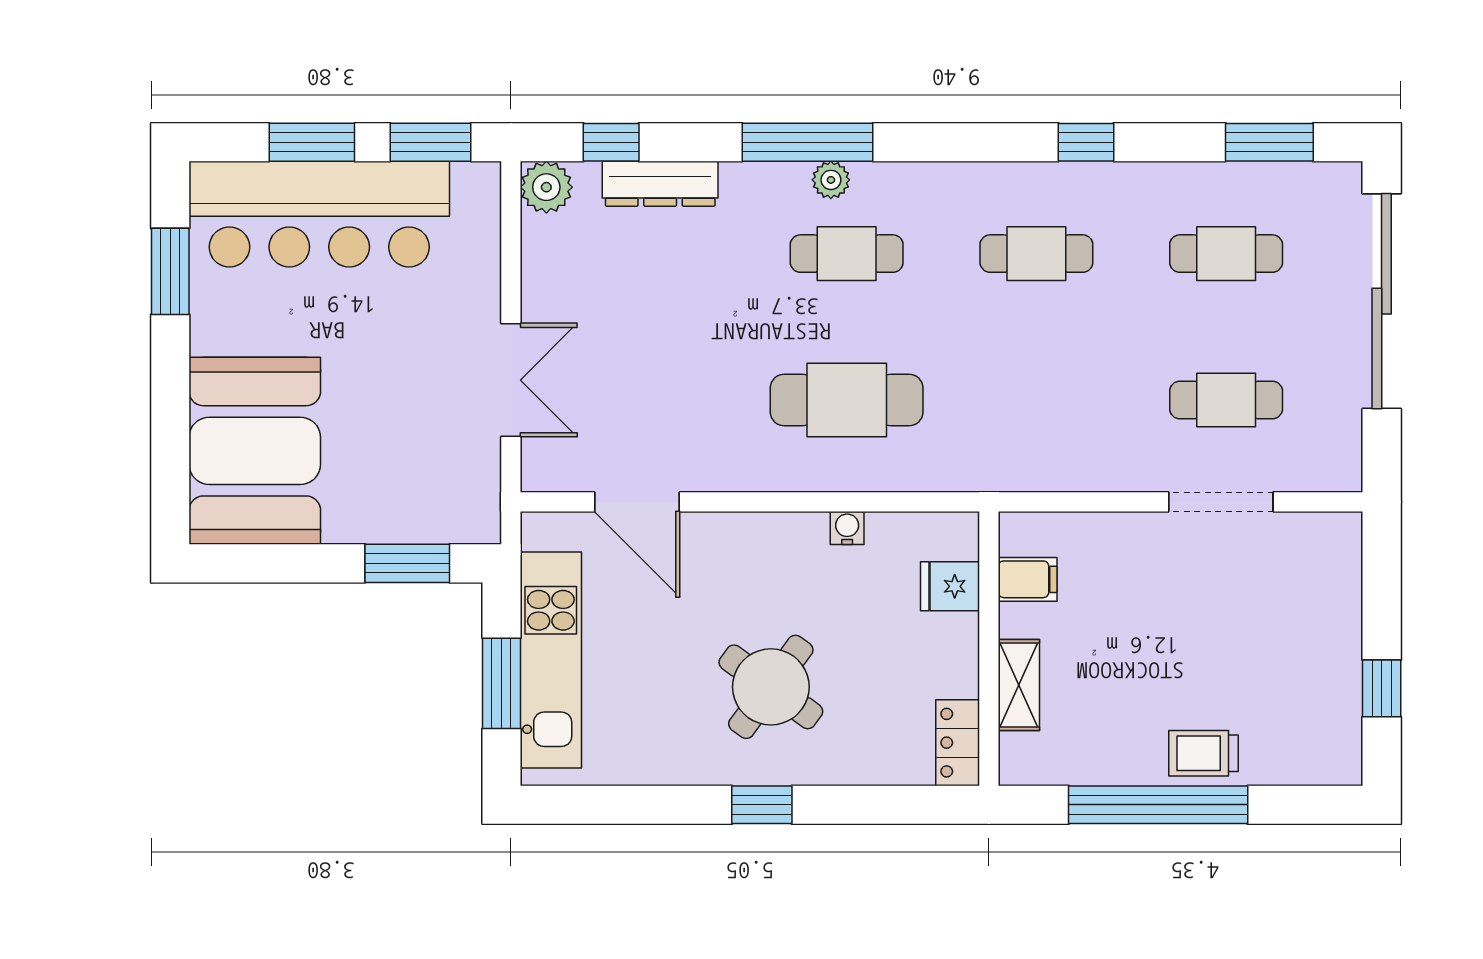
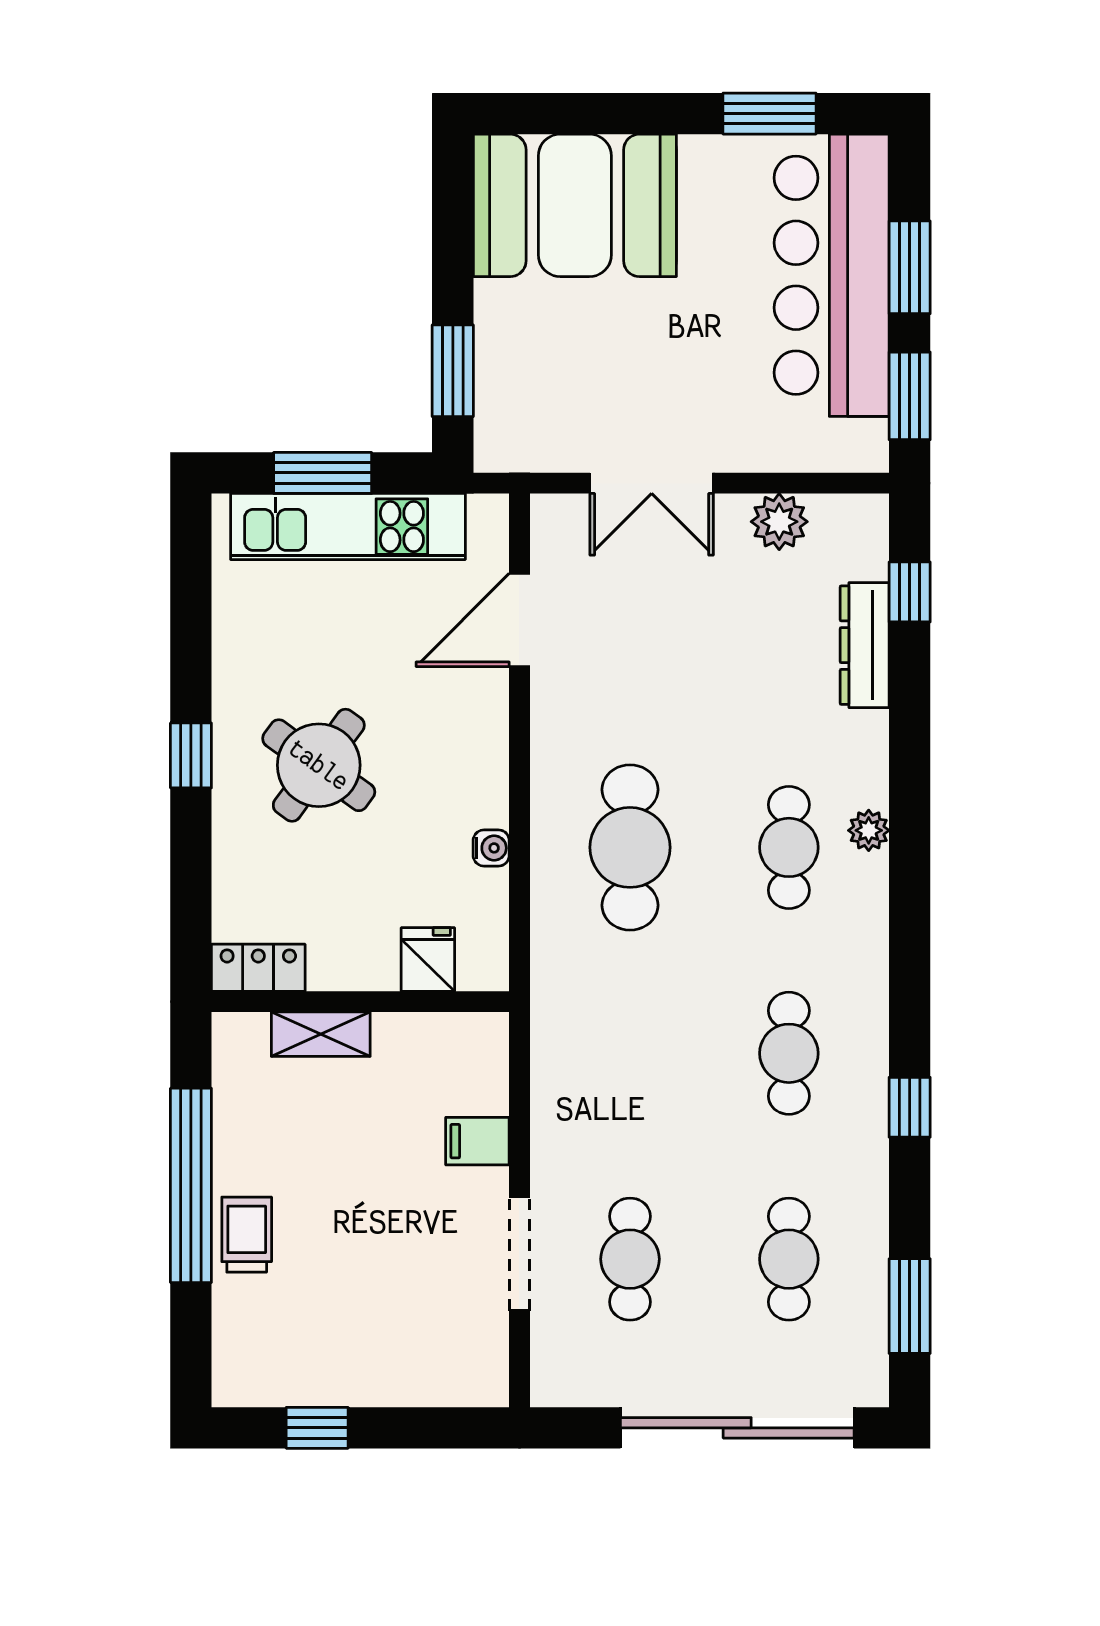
window: (807, 142) -> (910, 805), removed
plant: (546, 187) -> (779, 522), moved
filing cabinet: (1028, 579) -> (477, 1141), moved, turned 90

